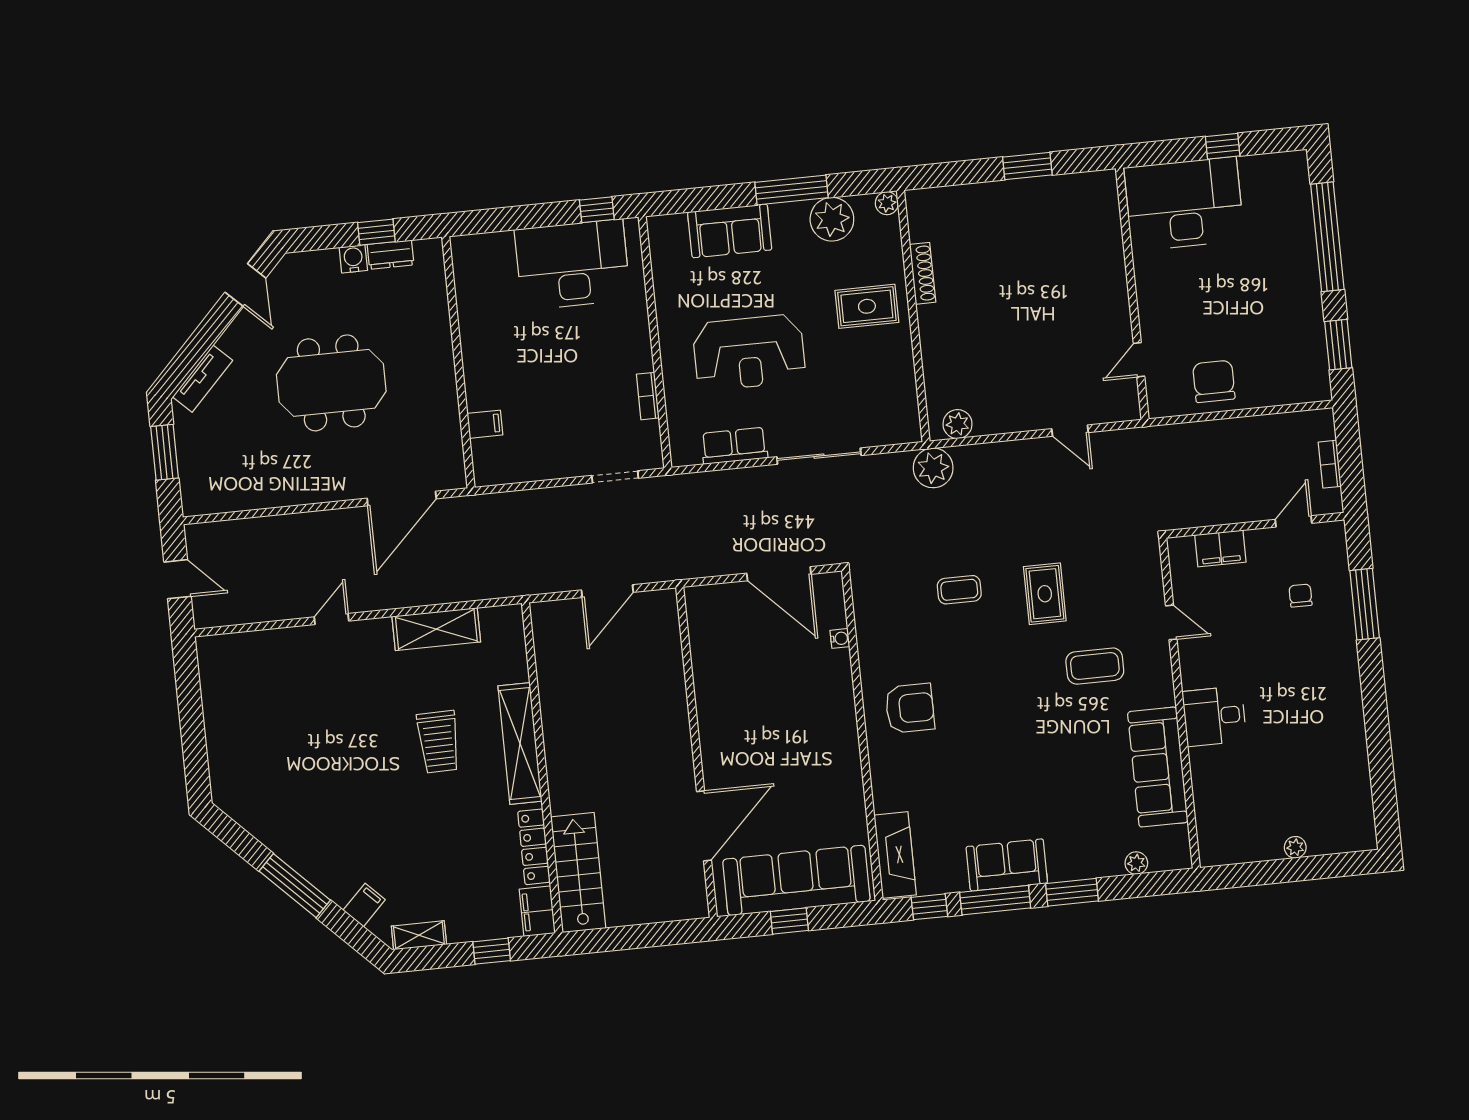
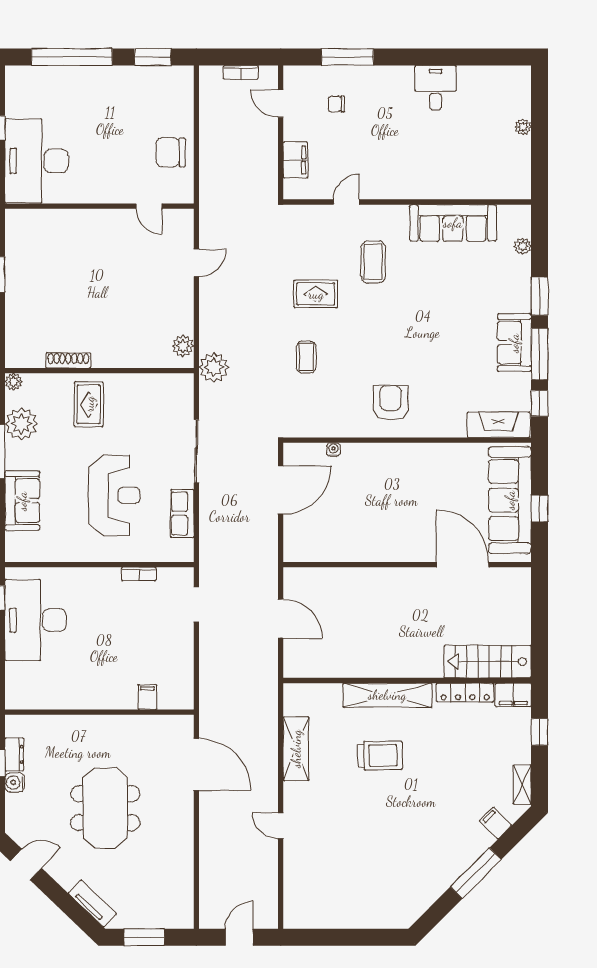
desk: (1214, 716) -> (436, 88), moved, turned 180

